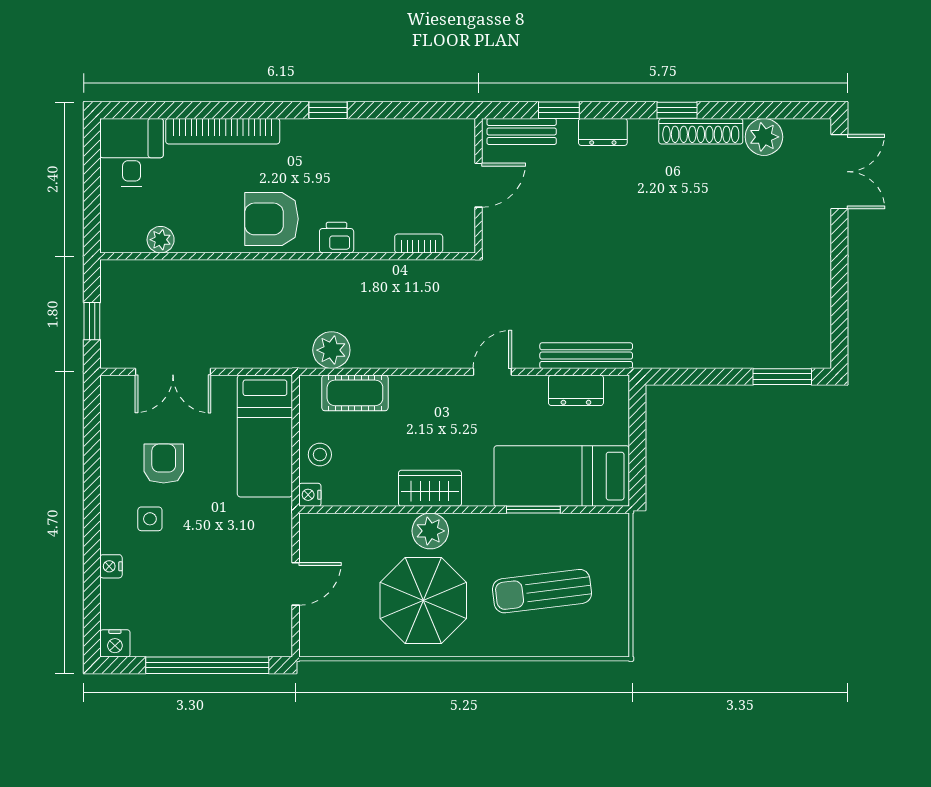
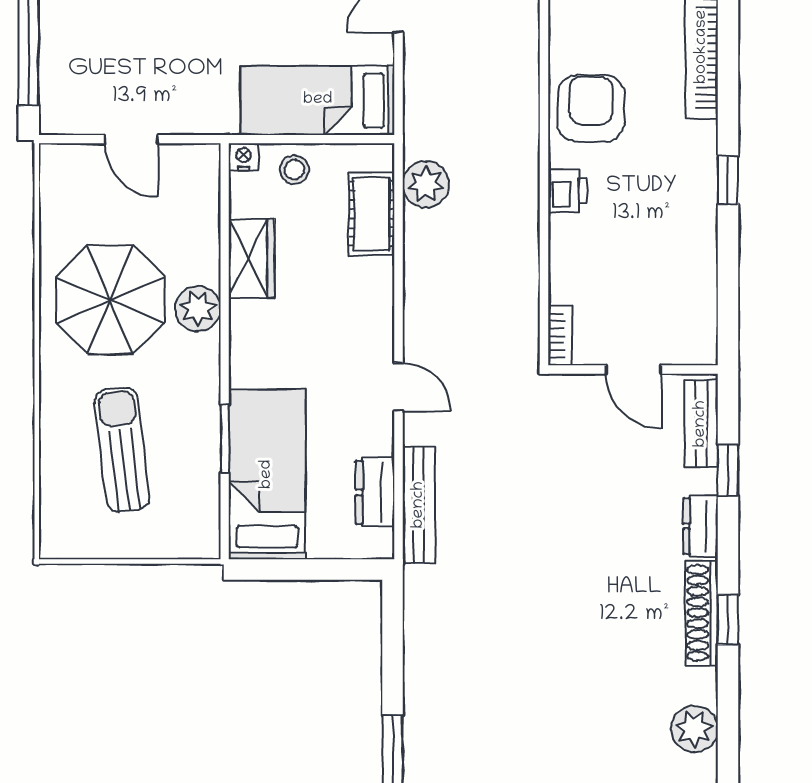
shoe rack: (701, 131) -> (702, 613), moved
bookcase: (419, 243) -> (560, 335), moved
wardrobe: (430, 488) -> (252, 258), moved

